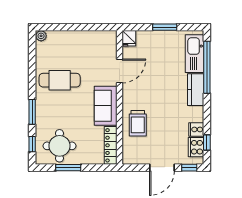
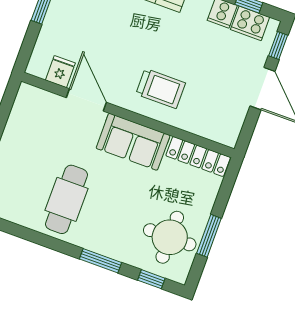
fridge: (129, 38) -> (60, 72), moved, turned -90
trolley: (138, 123) -> (161, 89), moved

